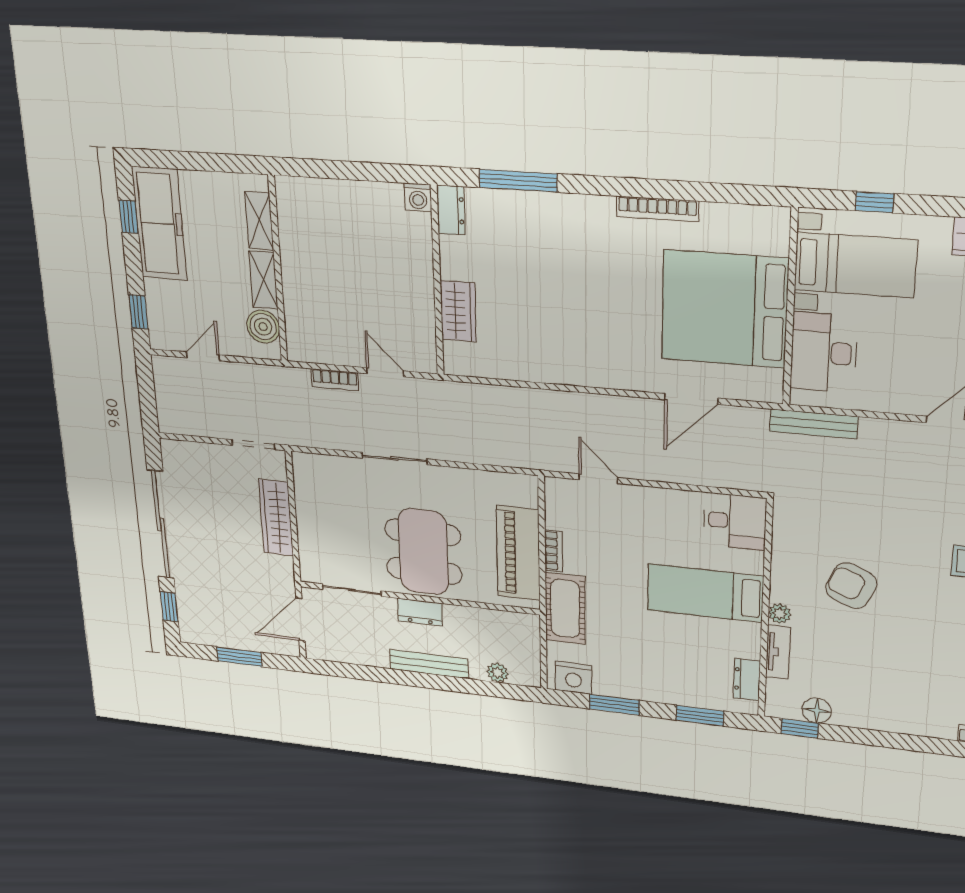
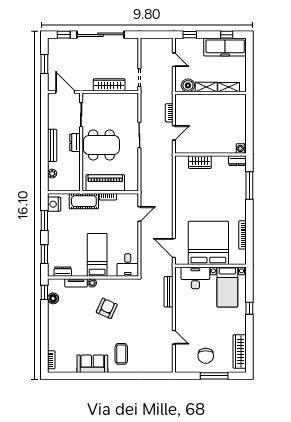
bed with nightstands: (855, 265) -> (227, 287), moved
wall: (790, 308) -> (211, 266), moved
bed: (724, 309) -> (208, 243), moved
desk: (824, 352) -> (195, 278), moved

